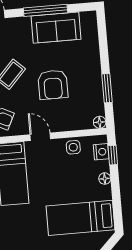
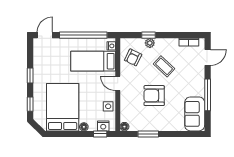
sofa: (56, 28) -> (195, 114), moved
door: (40, 137) -> (118, 83), swing flipped
bed: (81, 218) -> (63, 107), width x1.50

